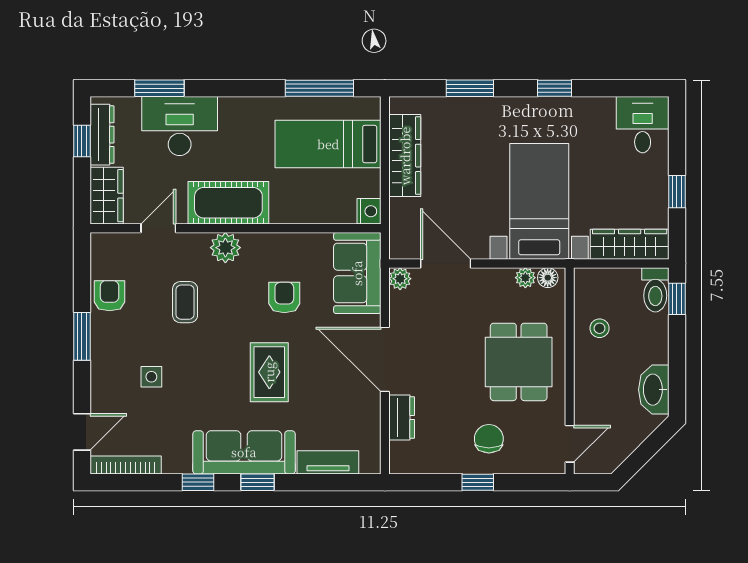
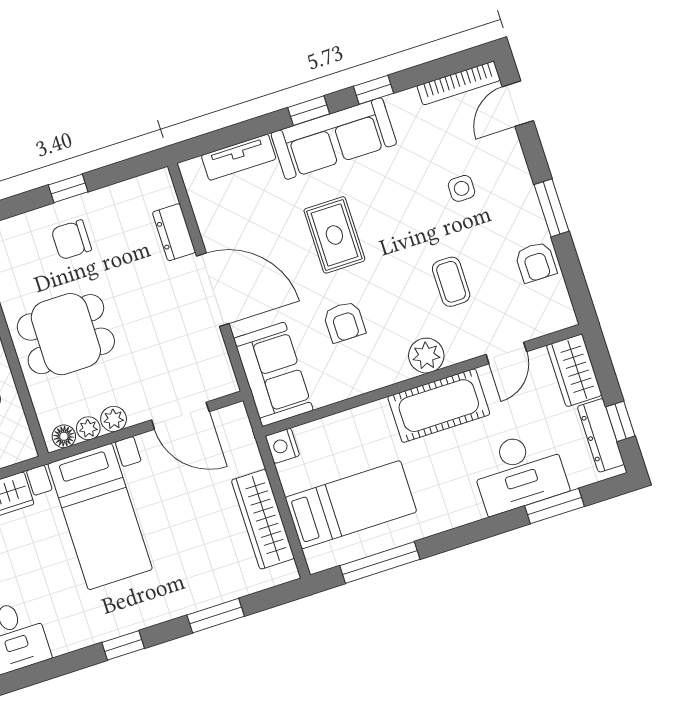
plant: (400, 279) -> (114, 419), moved
dining table: (519, 362) -> (66, 334), turned 90
chair: (489, 439) -> (71, 240), turned 90

